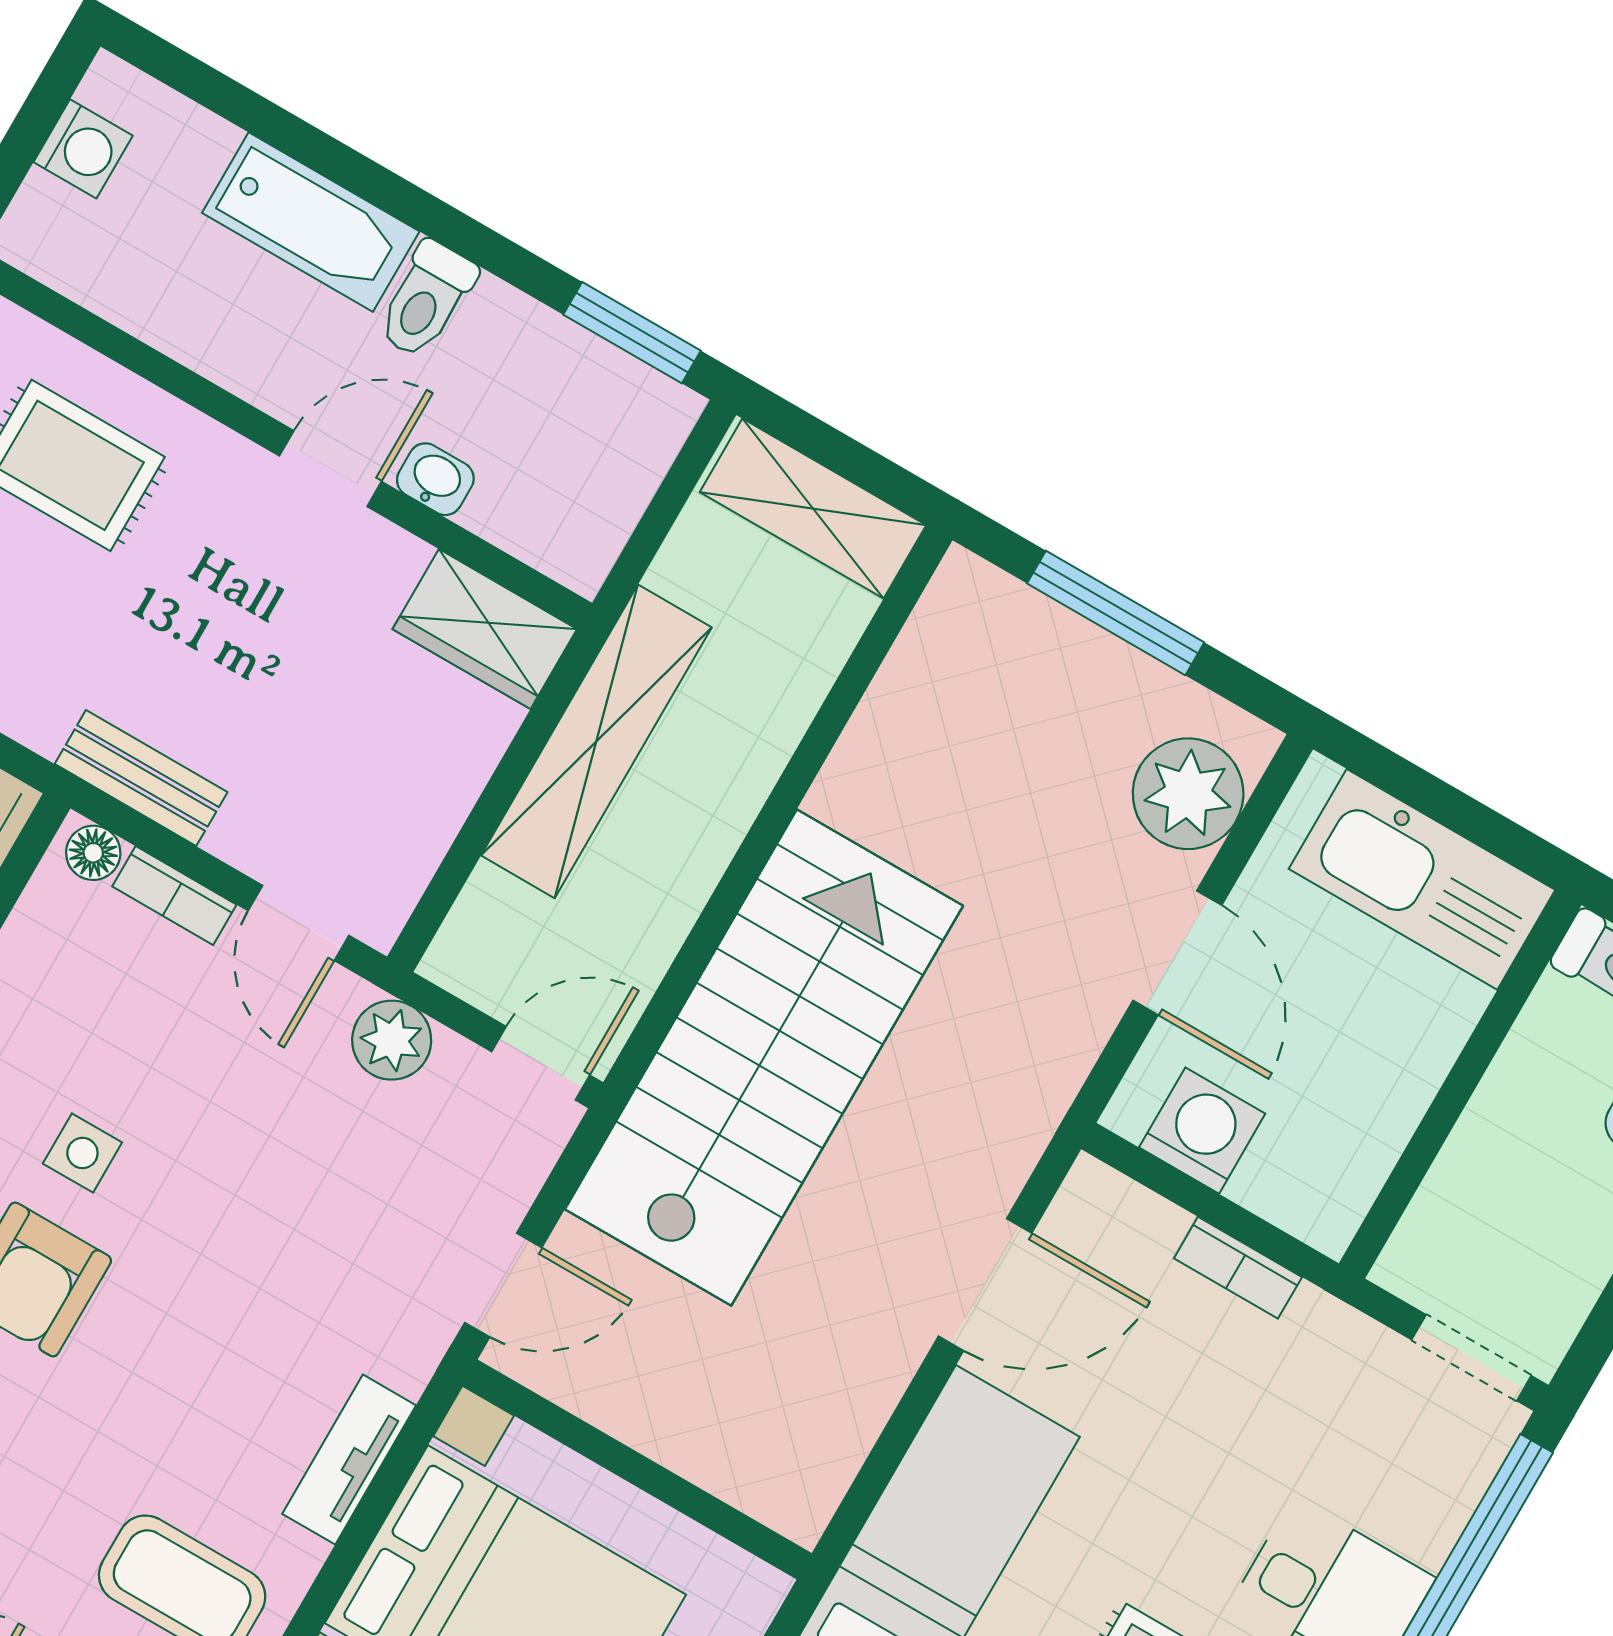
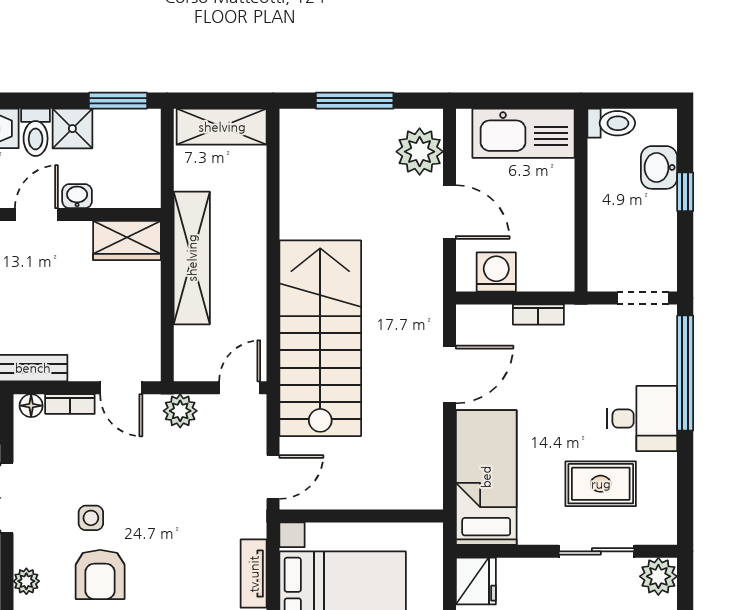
shower: (506, 336) -> (72, 129), added

